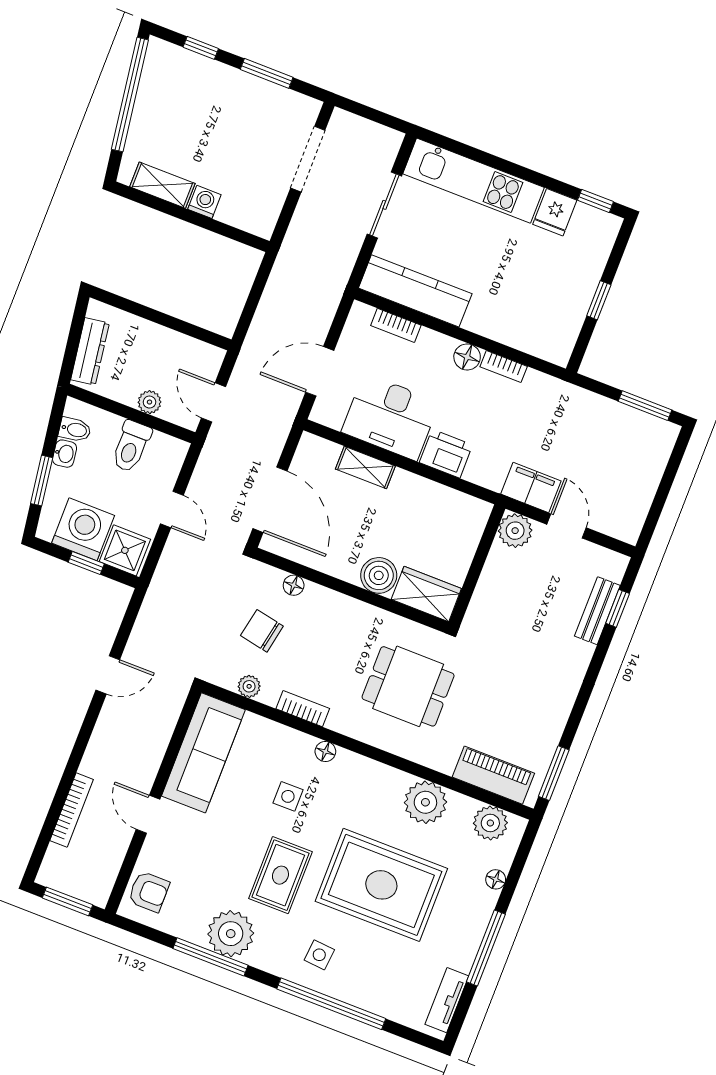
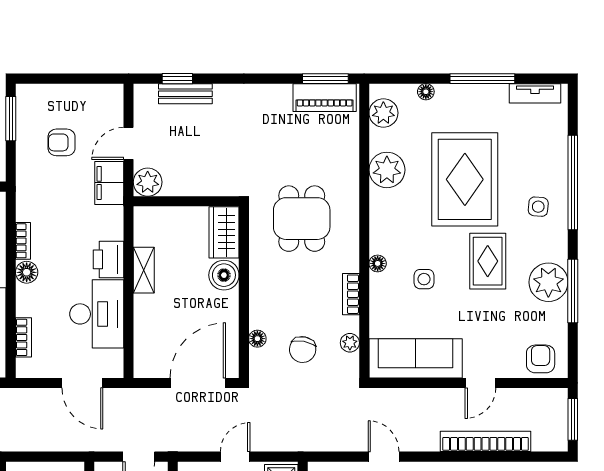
armchair: (597, 452) -> (62, 142), added
shelving: (365, 468) -> (144, 270), moved
piano: (493, 775) -> (325, 98), moved, turned -90
bookcase: (72, 810) -> (485, 441), width x1.48, depth x1.31
rug: (280, 875) -> (488, 261), turned 90

